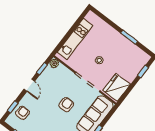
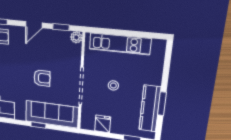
kitchen counter: (128, 47) -> (150, 109), added
fridge: (117, 87) -> (103, 124), width x0.53, depth x0.75

